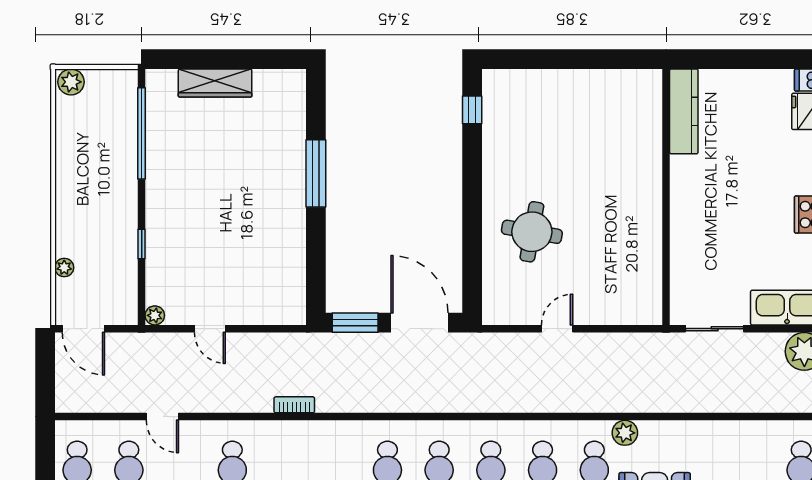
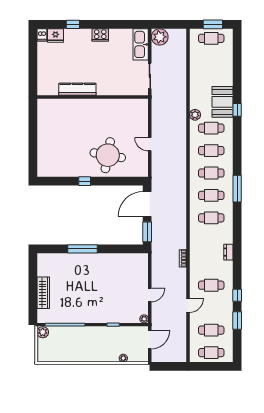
plant: (71, 82) -> (43, 332), moved
window: (472, 110) -> (85, 181), moved
kitchen counter: (684, 111) -> (77, 89), moved
round table: (532, 232) -> (108, 155), width x1.36, depth x1.36
door: (83, 329) -> (150, 340), moved
door: (162, 417) -> (188, 305), moved

